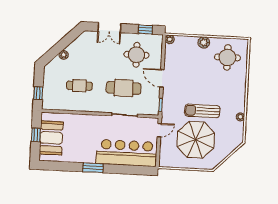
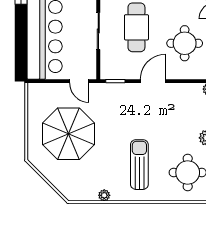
sun lounger: (202, 111) -> (139, 165), moved

